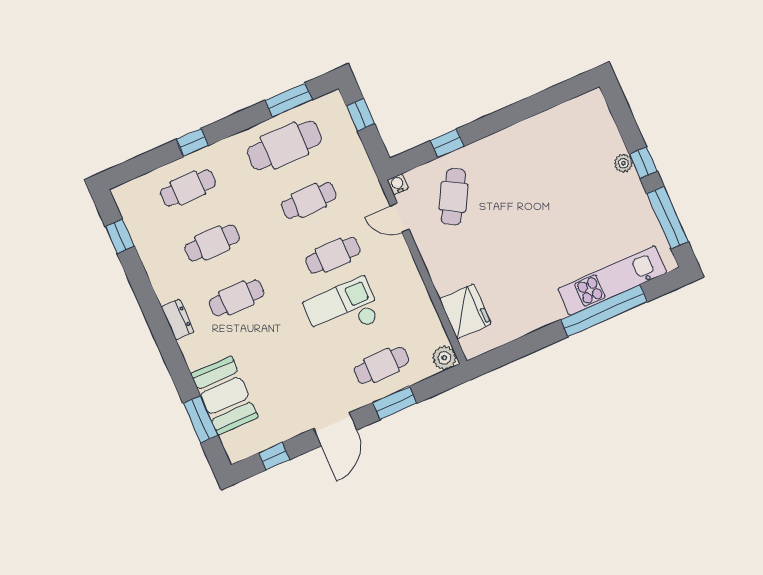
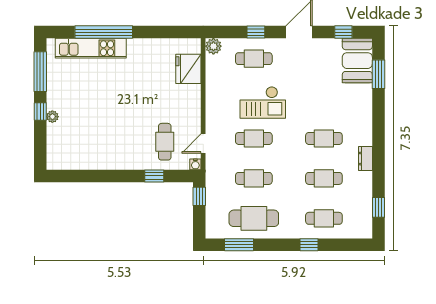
window: (360, 115) -> (199, 196), moved
cafe table: (454, 197) -> (165, 142), turned -30
door: (400, 218) -> (203, 144), swing flipped
dresser: (178, 319) -> (365, 159), moved
booth: (225, 396) -> (357, 61), moved
window: (395, 403) -> (256, 32), width x0.67

